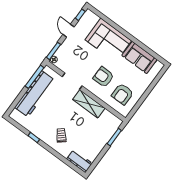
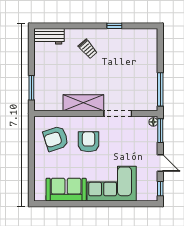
armchair: (103, 77) -> (89, 142), turned -90
workbench: (35, 94) -> (147, 72), removed
armchair: (122, 94) -> (56, 139), turned -108

